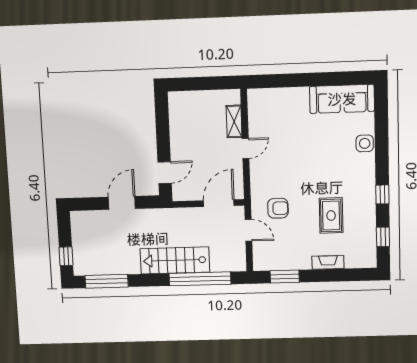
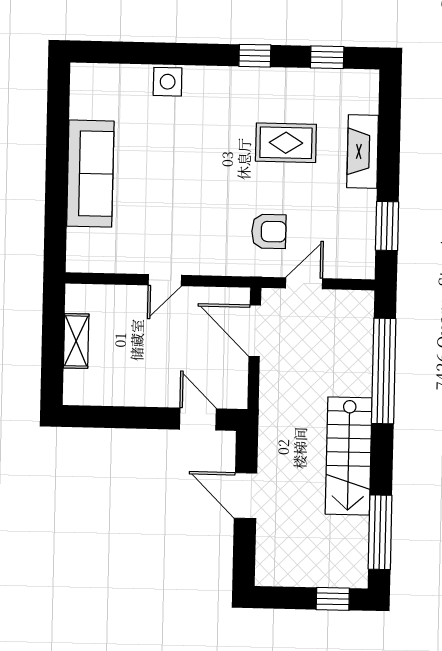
sofa: (342, 99) -> (90, 174), moved
shelving: (234, 121) -> (76, 341), moved, turned 90
door: (246, 149) -> (165, 280), swing flipped
armchair: (278, 208) -> (269, 231), turned 90
stairs: (175, 260) -> (349, 456), moved
fireplace: (328, 262) -> (363, 152), width x1.37, depth x1.32

